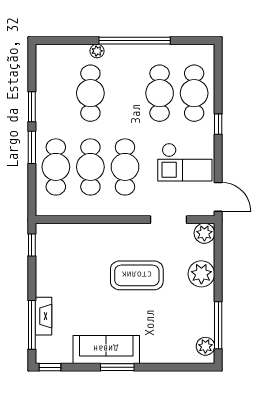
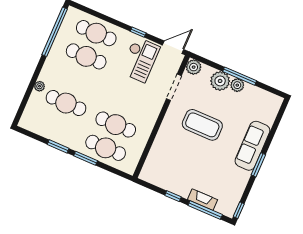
window: (135, 41) -> (55, 32), moved
window: (218, 124) -> (138, 32), moved
cafe table: (125, 167) -> (126, 101), removed
window: (32, 245) -> (173, 196), moved
coffee table: (137, 275) -> (202, 125), turned 90
window: (218, 325) -> (240, 76), moved
plant: (205, 346) -> (237, 85), moved
sofa: (106, 349) -> (252, 146), moved

